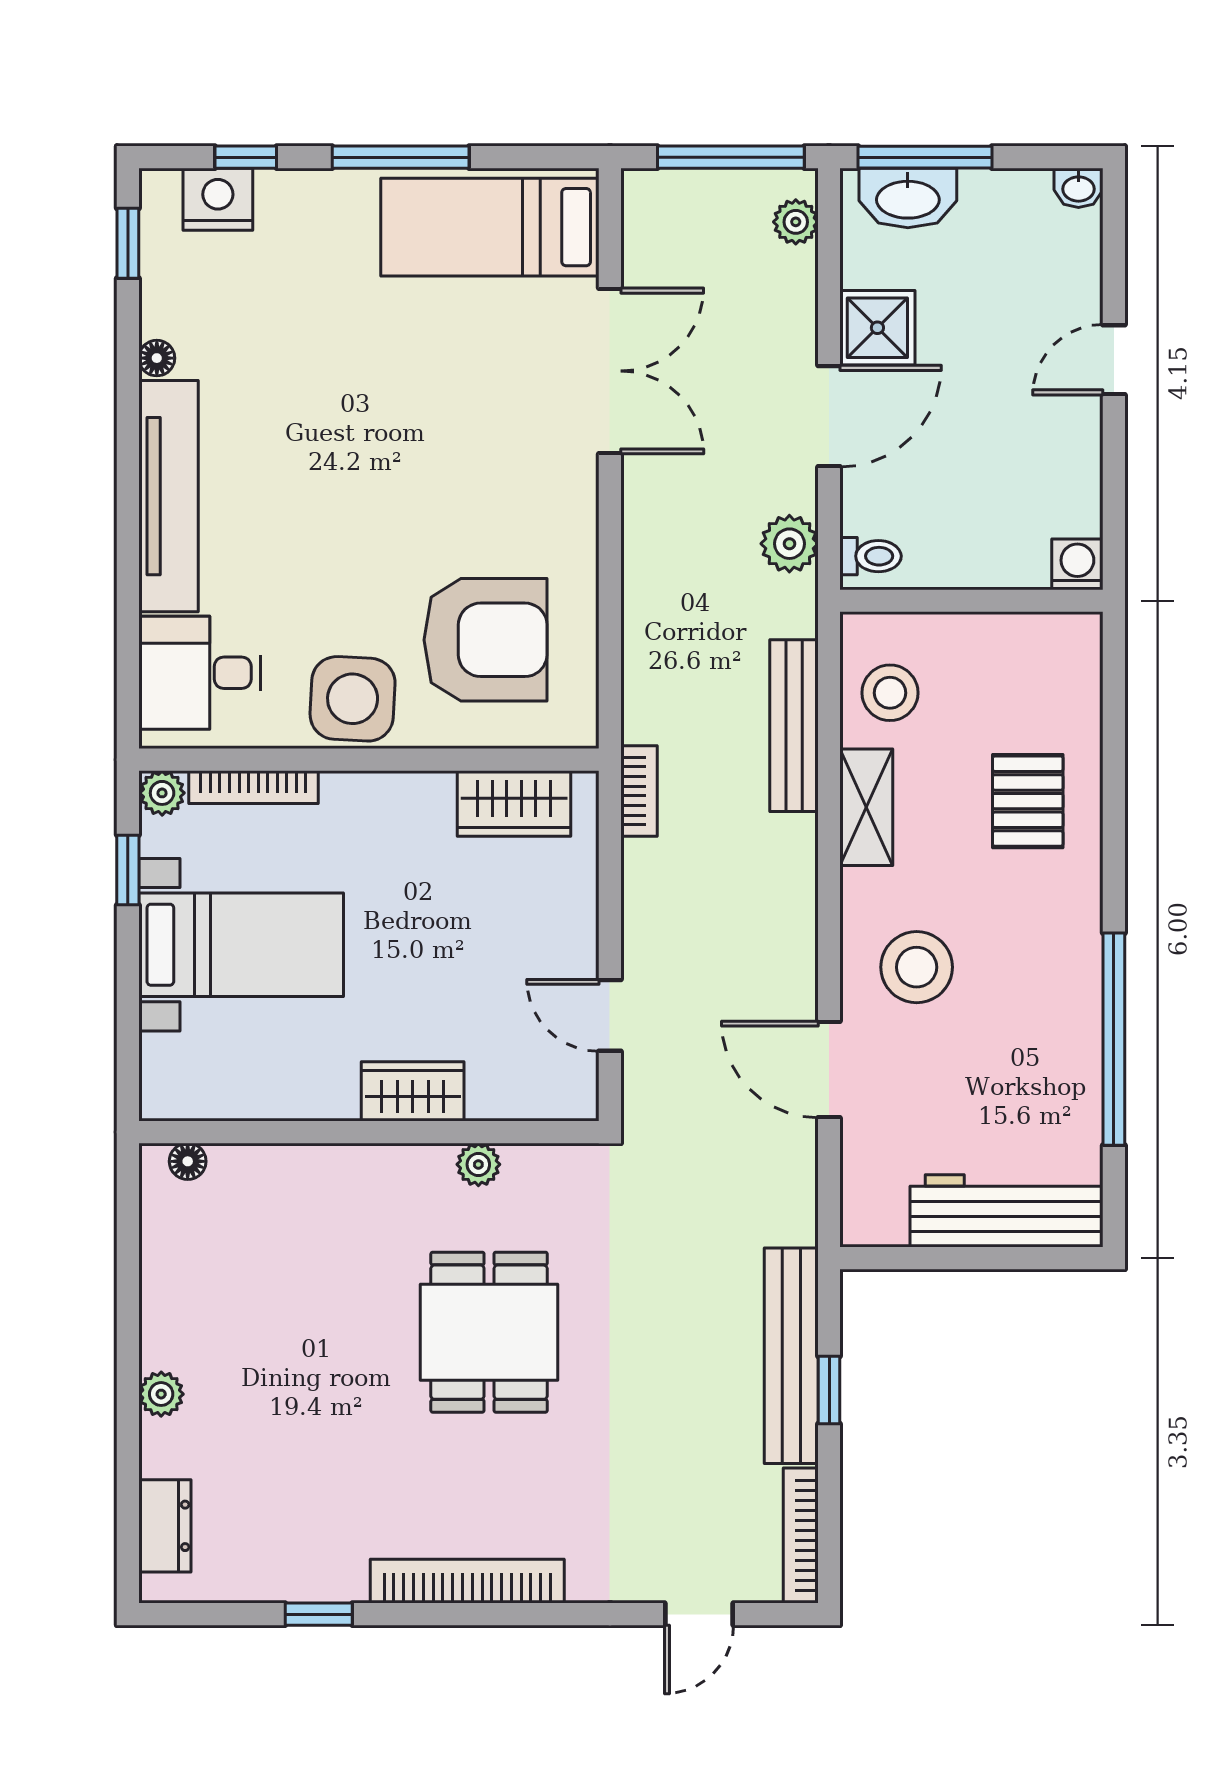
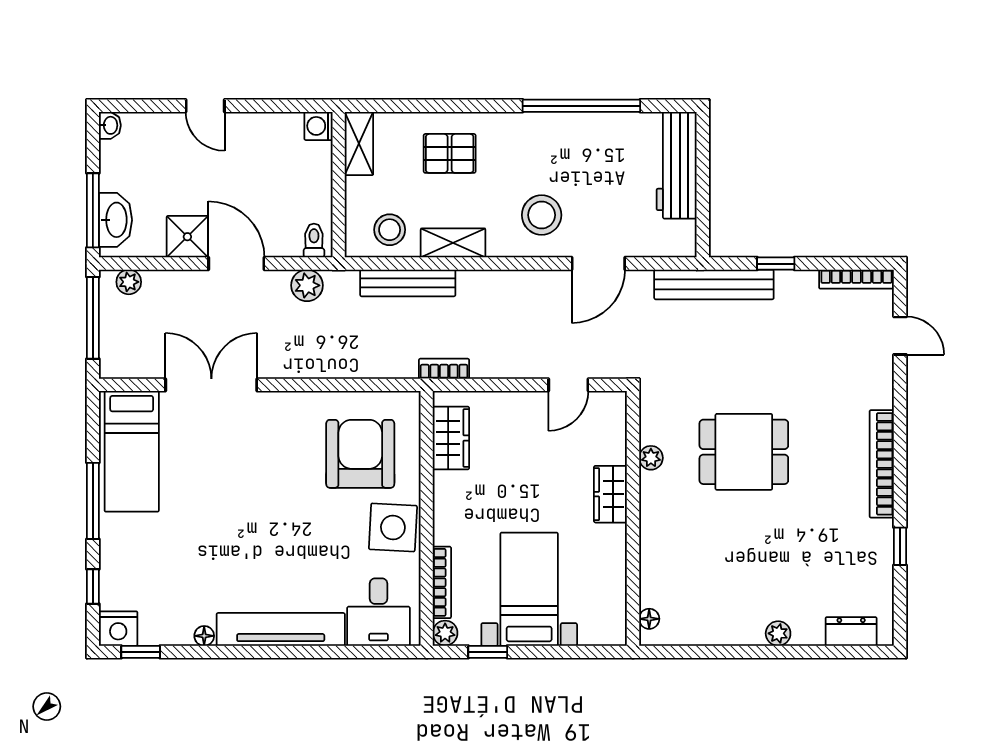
nightstand: (218, 199) -> (118, 629), moved, turned -90
shelving: (1046, 637) -> (359, 143), added
bench: (791, 1356) -> (714, 284), moved

